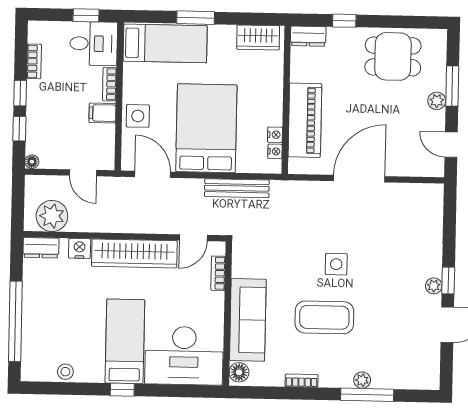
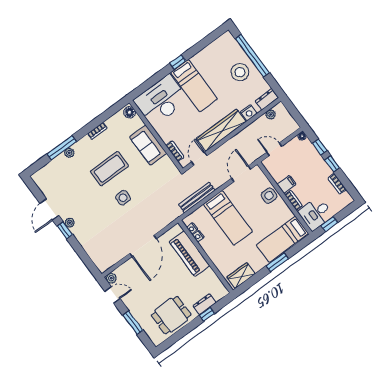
dresser: (308, 36) -> (205, 304), moved
plant: (437, 101) -> (111, 278), moved
bed: (206, 128) -> (228, 218), width x0.67
door: (153, 174) -> (241, 174), swing flipped
plant: (52, 216) -> (271, 115), width x0.53, depth x0.53
sofa: (248, 320) -> (148, 145), width x0.73
stool: (65, 372) -> (240, 72), moved, width x1.89, depth x1.89

